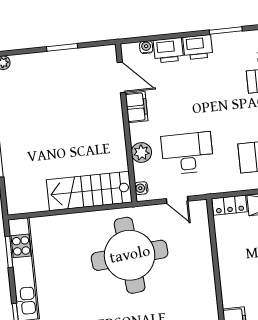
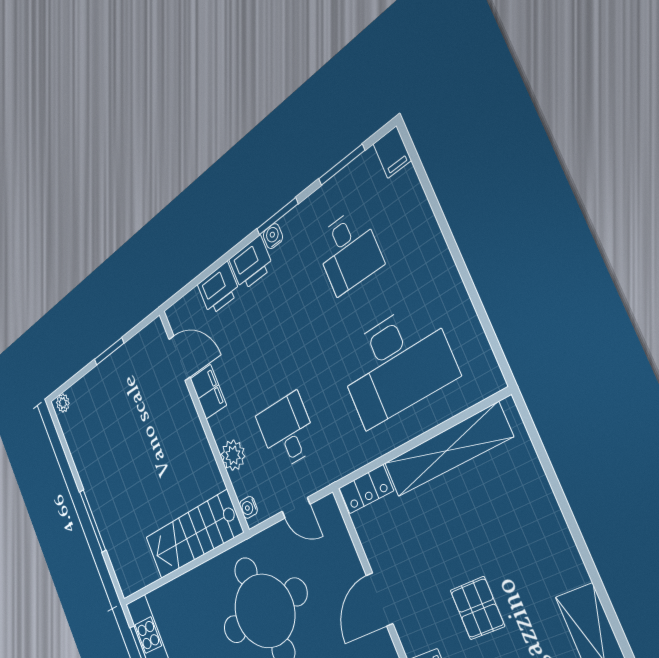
water cooler: (146, 47) -> (273, 236), moved
desk: (187, 153) -> (287, 431), width x0.73
door: (216, 270) -> (380, 599), added

